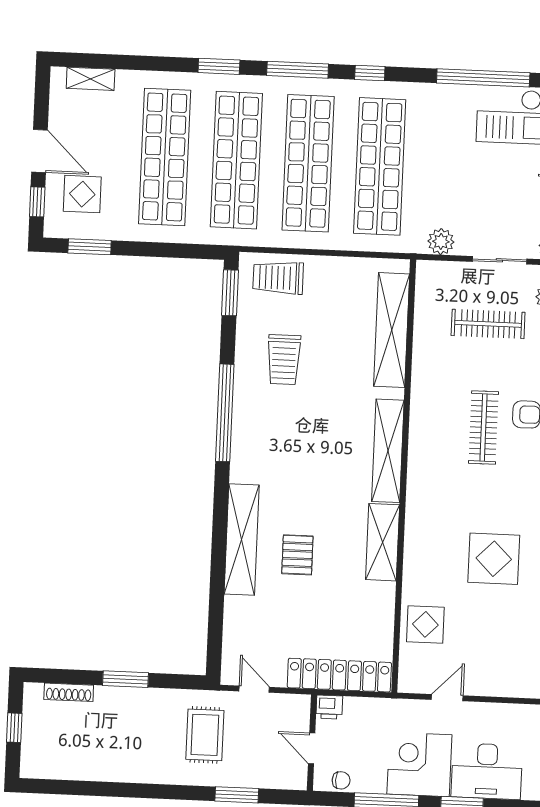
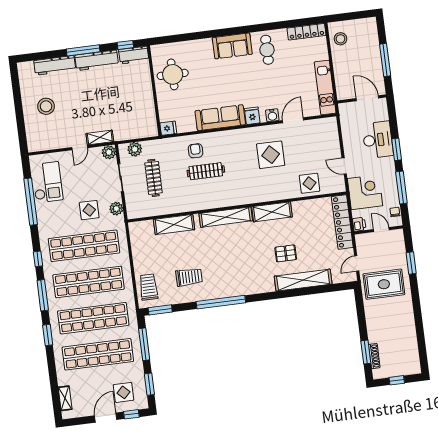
display table: (447, 188) -> (89, 210), added
window: (169, 250) -> (144, 344), added
trolley: (278, 278) -> (149, 287), turned 180
shelving: (392, 330) -> (174, 225), width x0.68
shelving: (242, 539) -> (303, 280), moved
window: (126, 679) -> (366, 352), moved
rug: (205, 735) -> (384, 284), width x1.36, depth x1.43
door: (312, 748) -> (381, 230), swing flipped
corner desk: (419, 764) -> (365, 192), moved, turned 180

